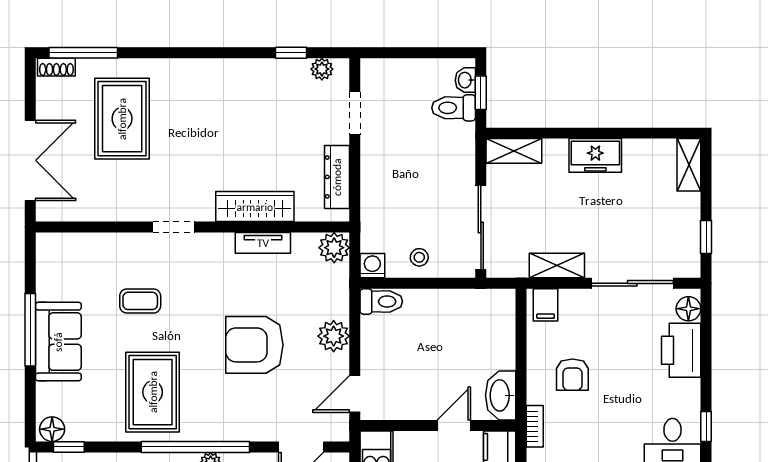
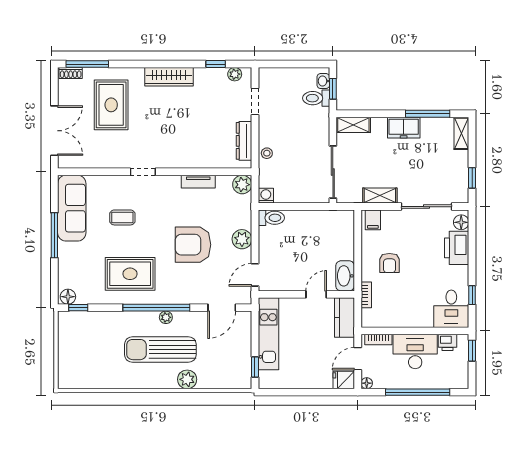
window: (634, 133) -> (428, 114), added
wardrobe: (255, 207) -> (169, 77), moved, turned 180
stool: (419, 257) -> (267, 153), moved
sofa: (58, 342) -> (72, 208), moved, width x1.36
rug: (153, 392) -> (130, 274), turned 90

